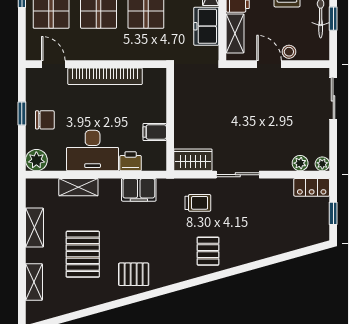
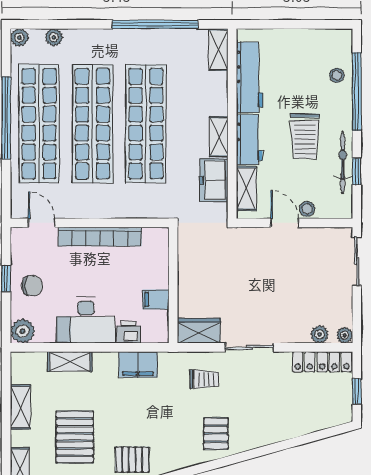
locker: (312, 187) -> (322, 362), width x1.53

